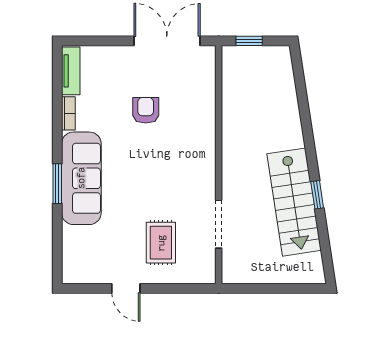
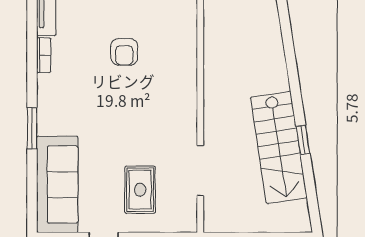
armchair: (146, 110) -> (124, 52), turned 180
sofa: (81, 178) -> (57, 184), moved

